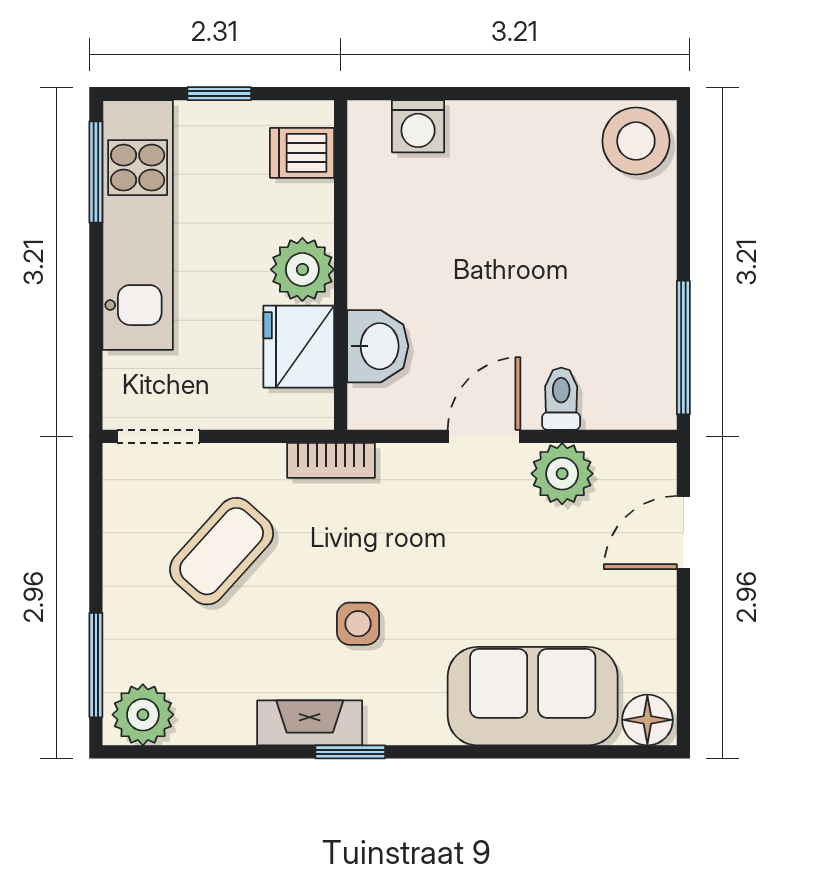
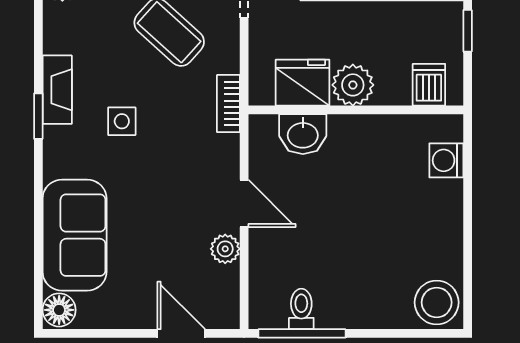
toilet: (561, 399) -> (301, 309), moved, turned -90
plant: (562, 474) -> (225, 249), width x0.73, depth x0.73

